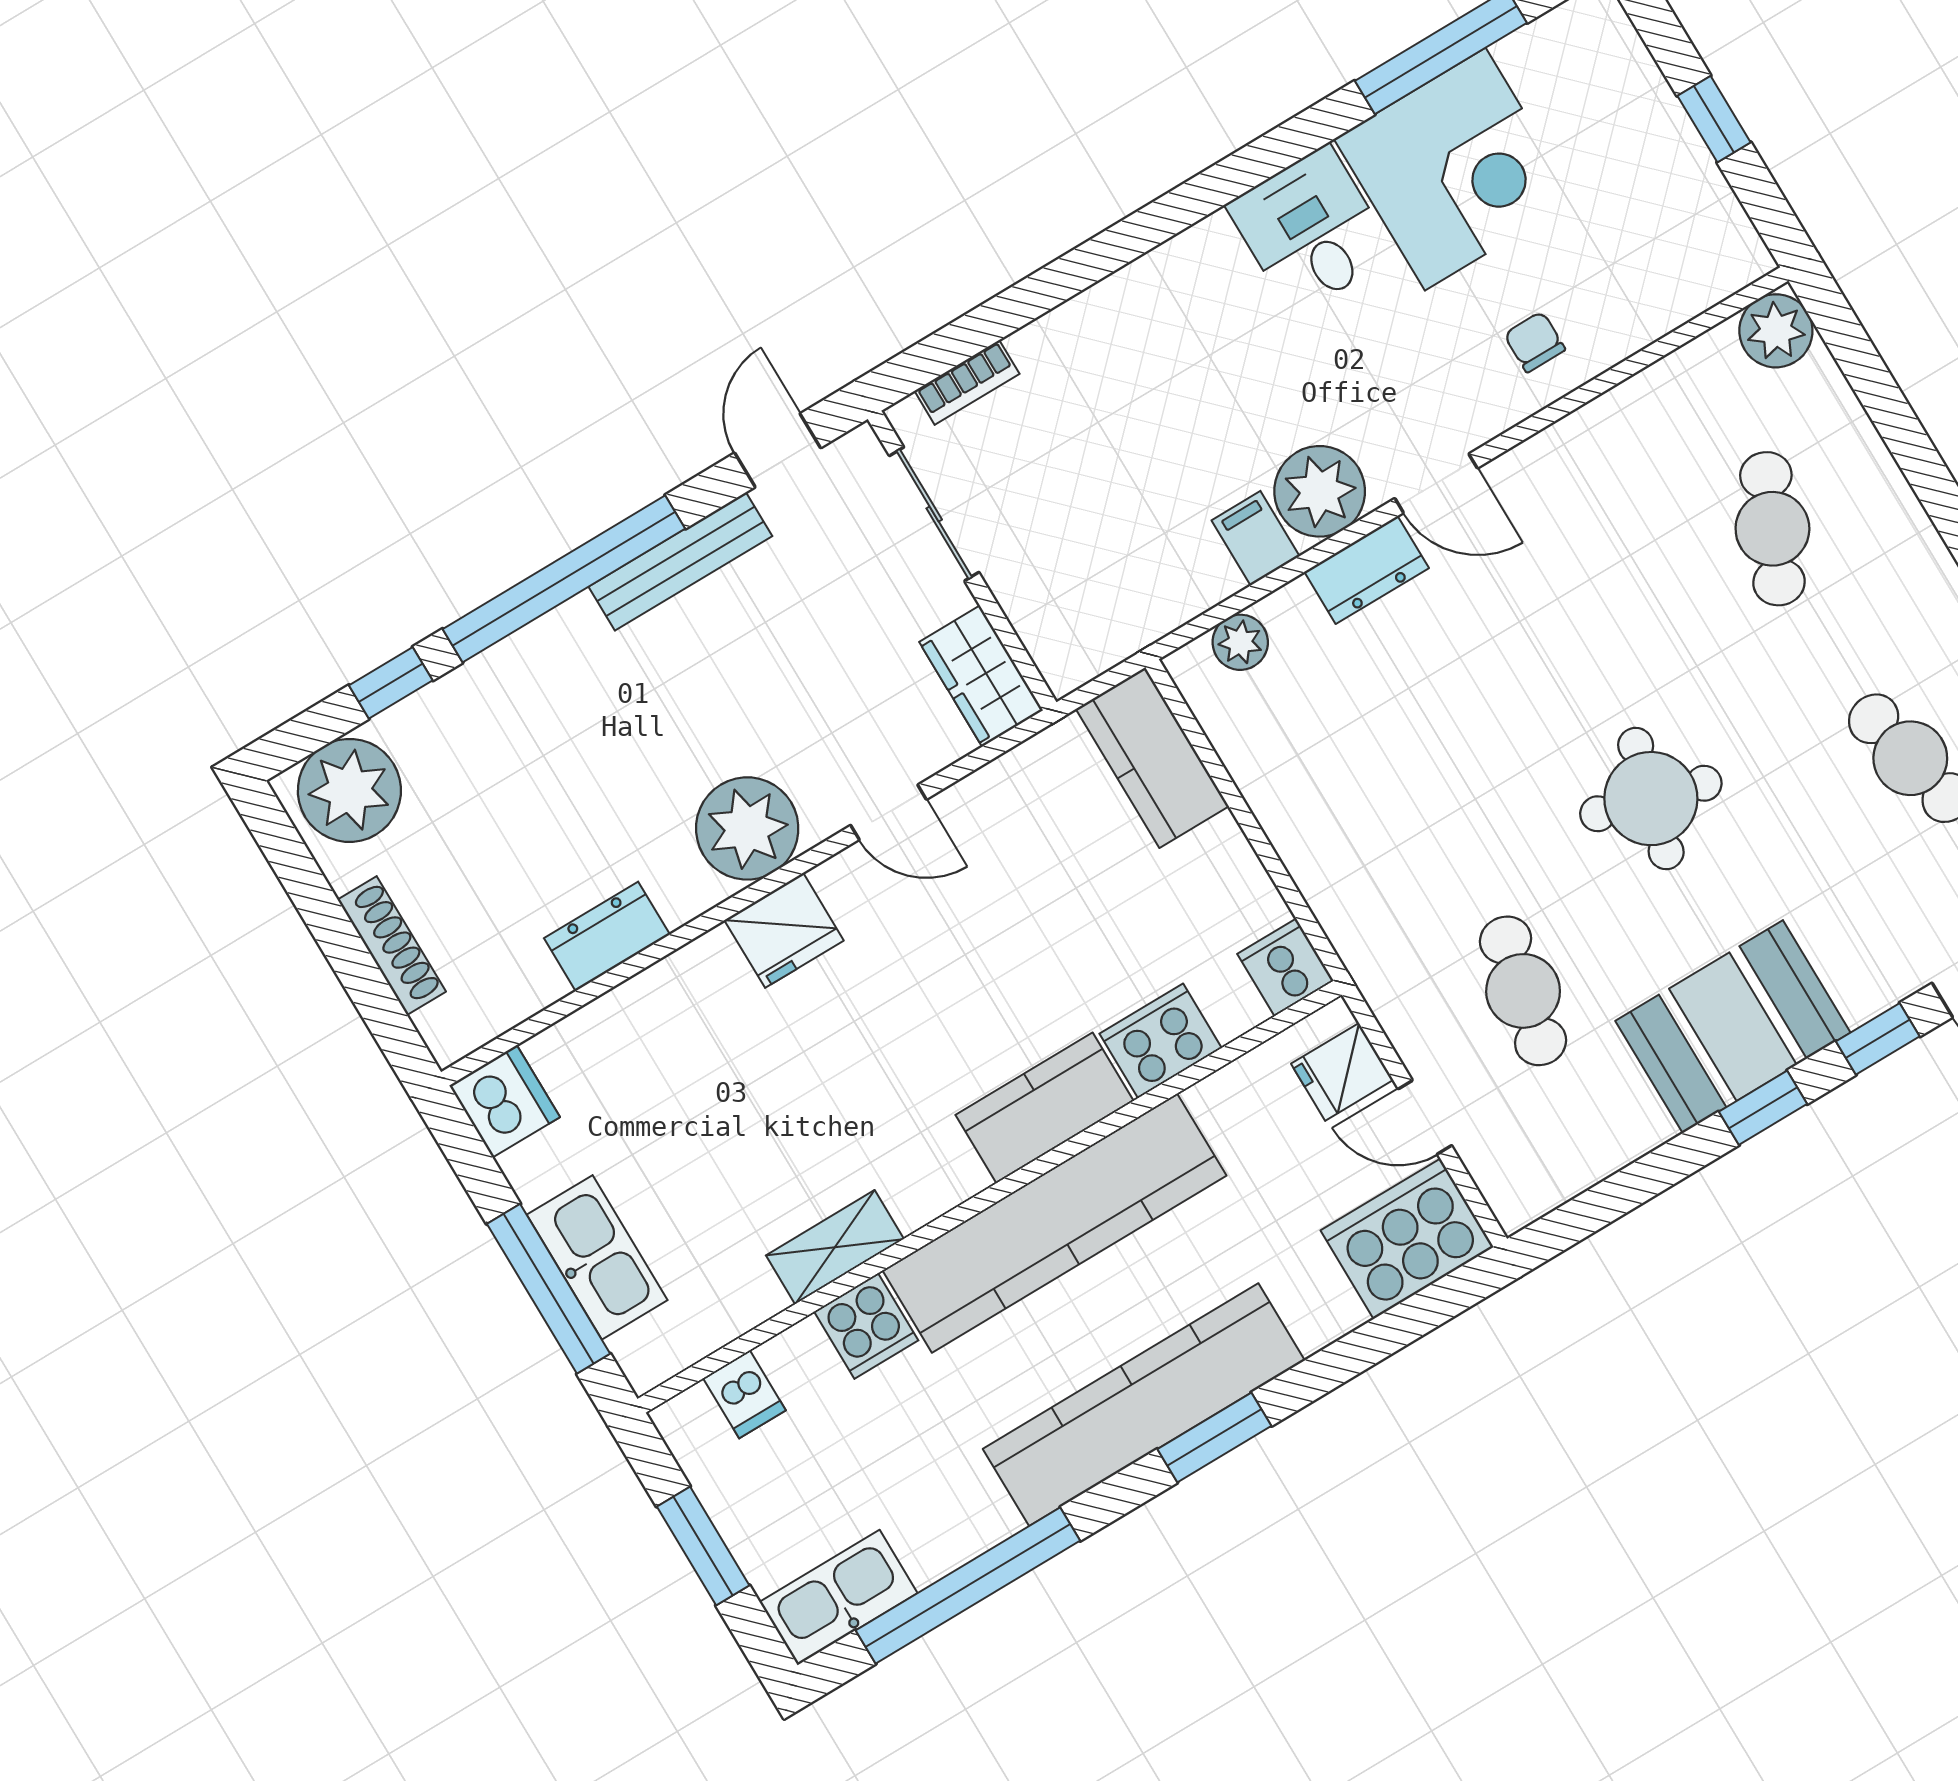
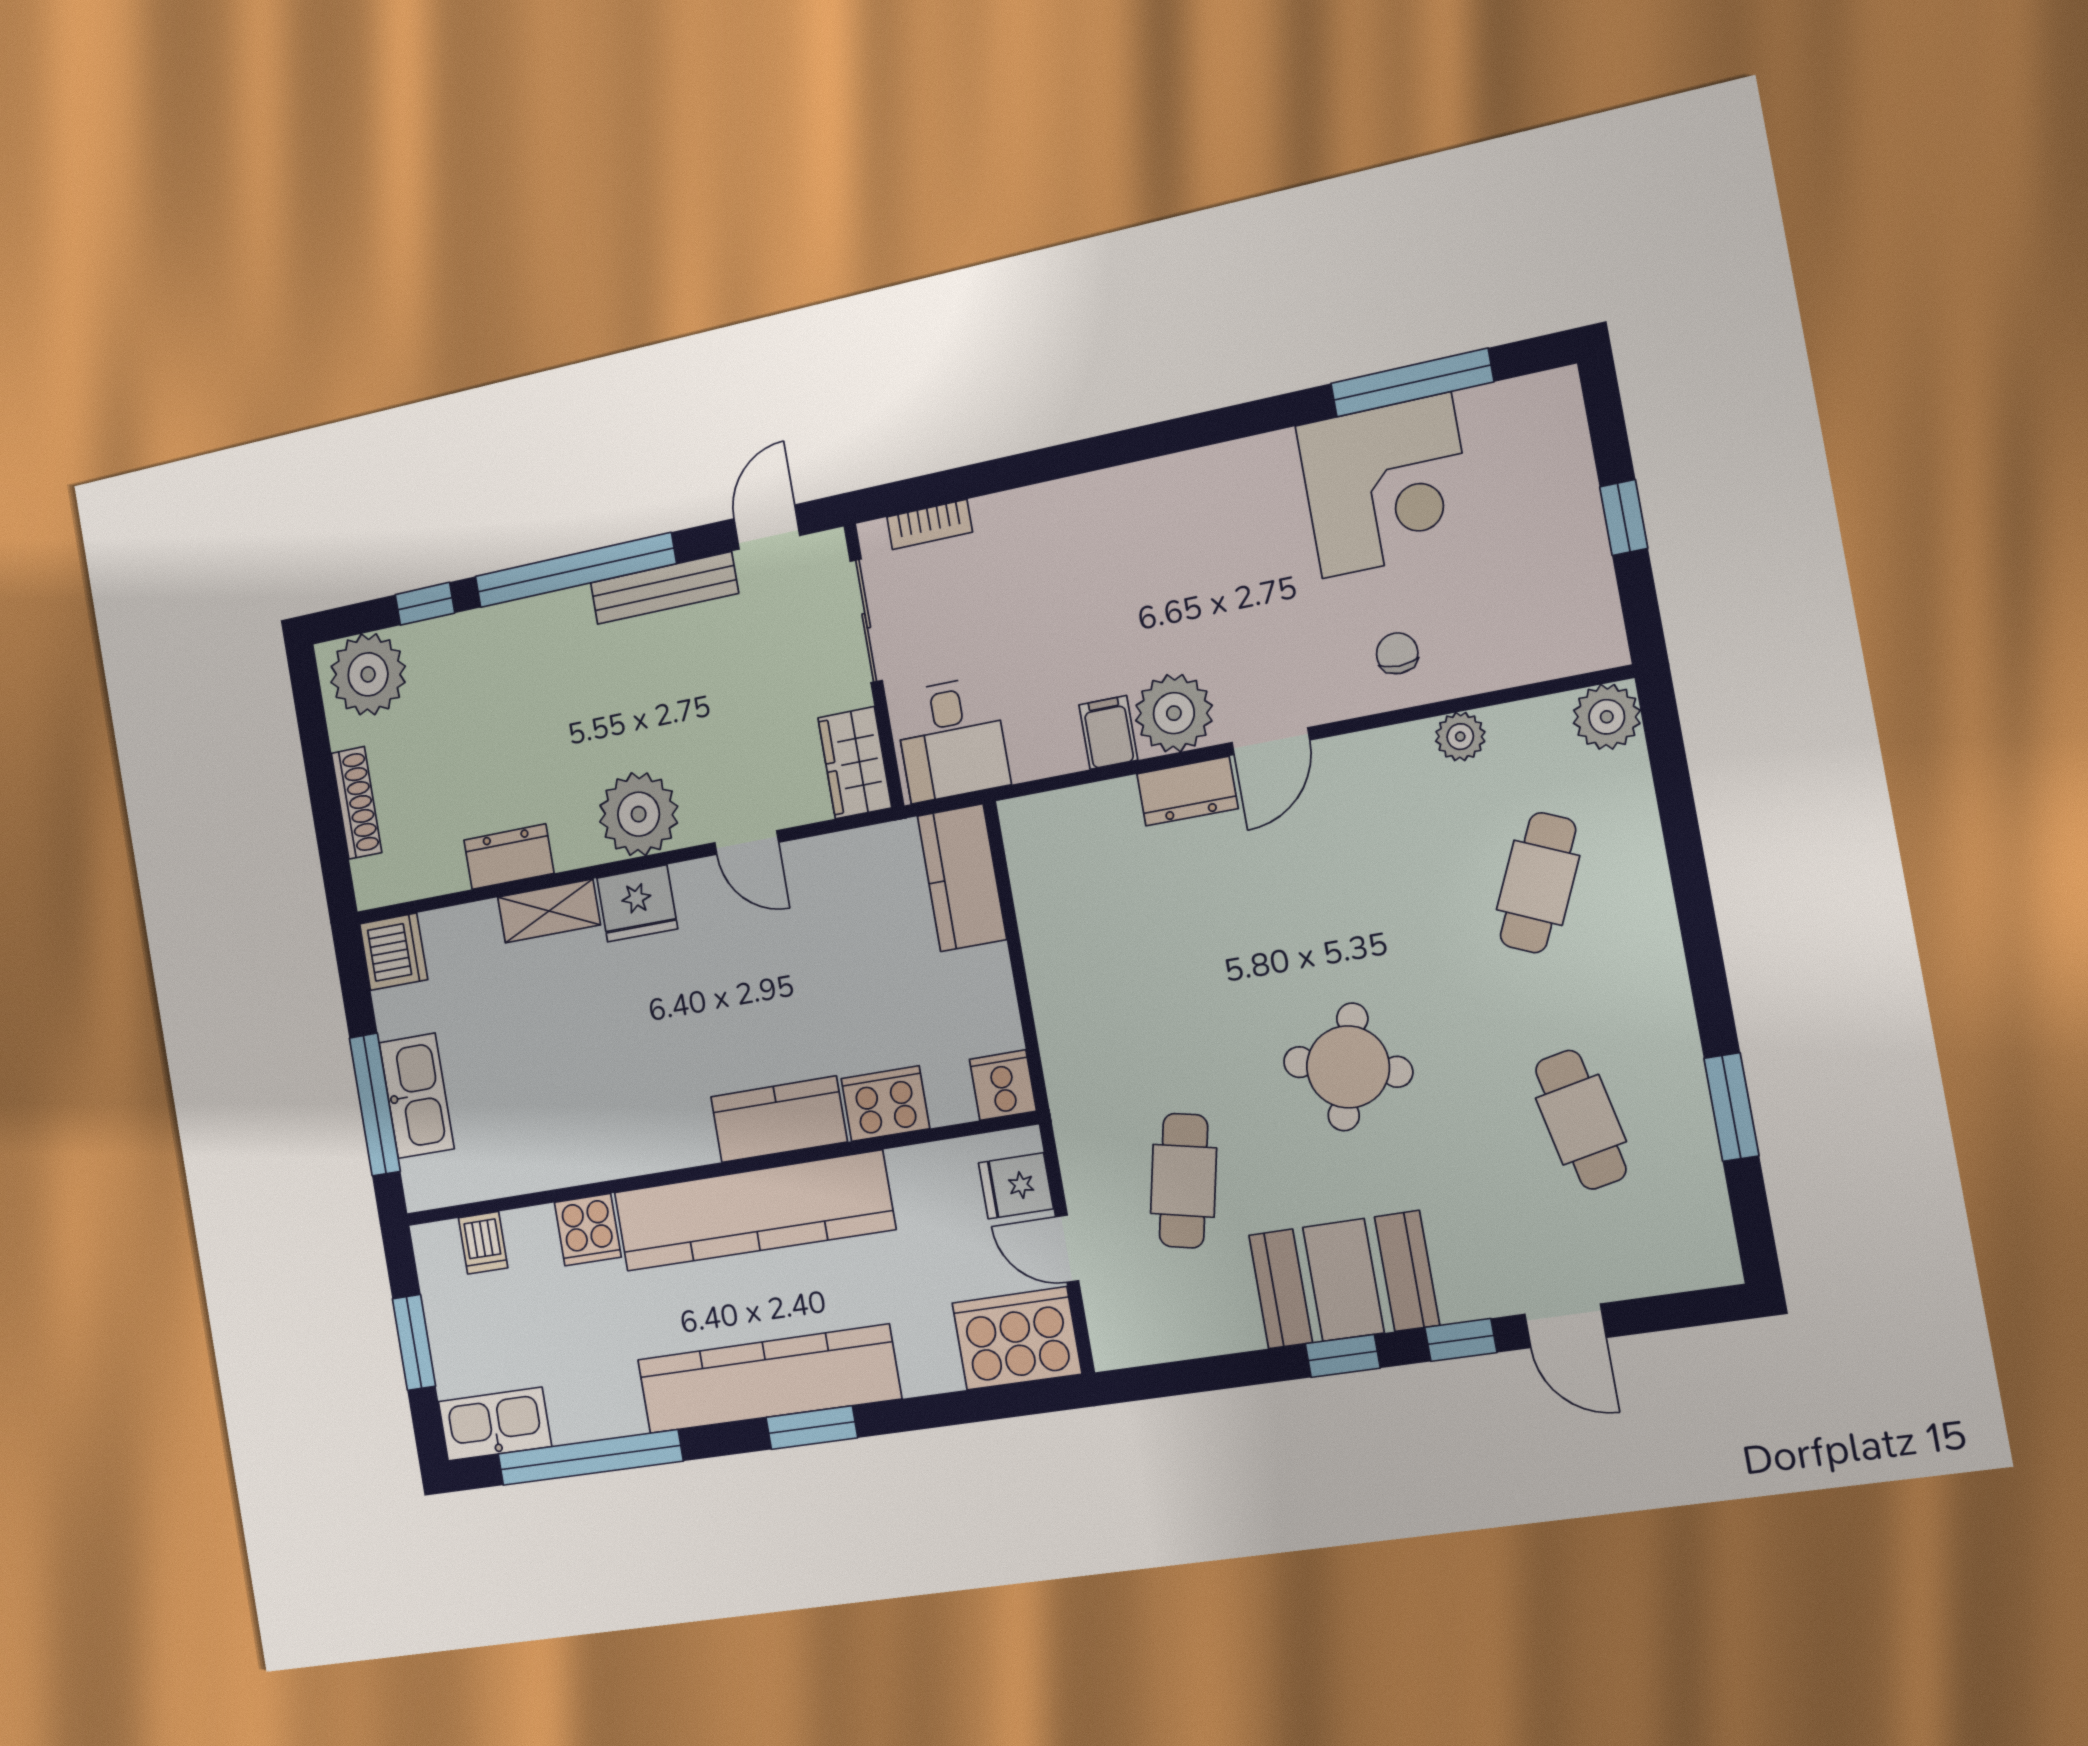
desk: (1311, 230) -> (952, 739), moved, turned 180
door: (1436, 483) -> (1271, 741), hinge flipped
plant: (1240, 642) -> (1460, 737), moved
shelving: (835, 1247) -> (549, 911), moved

